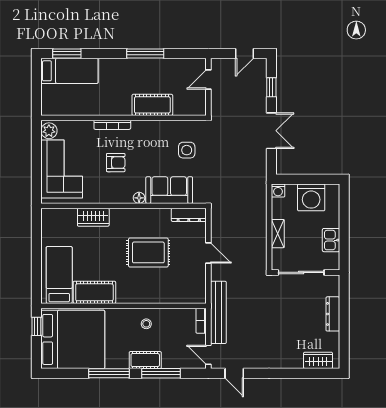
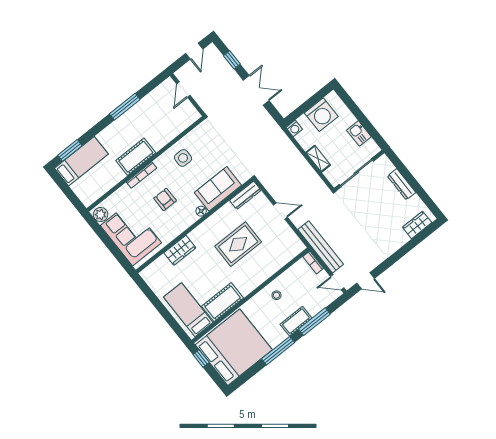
cot: (152, 105) -> (136, 157), moved
side table: (187, 150) -> (183, 158), moved
armchair: (116, 163) -> (165, 200), turned -90

